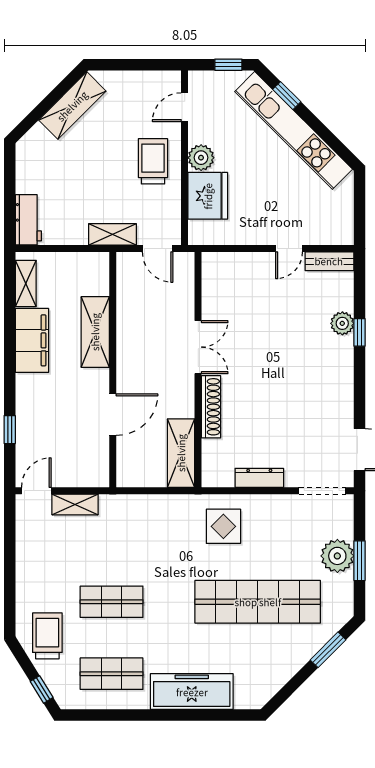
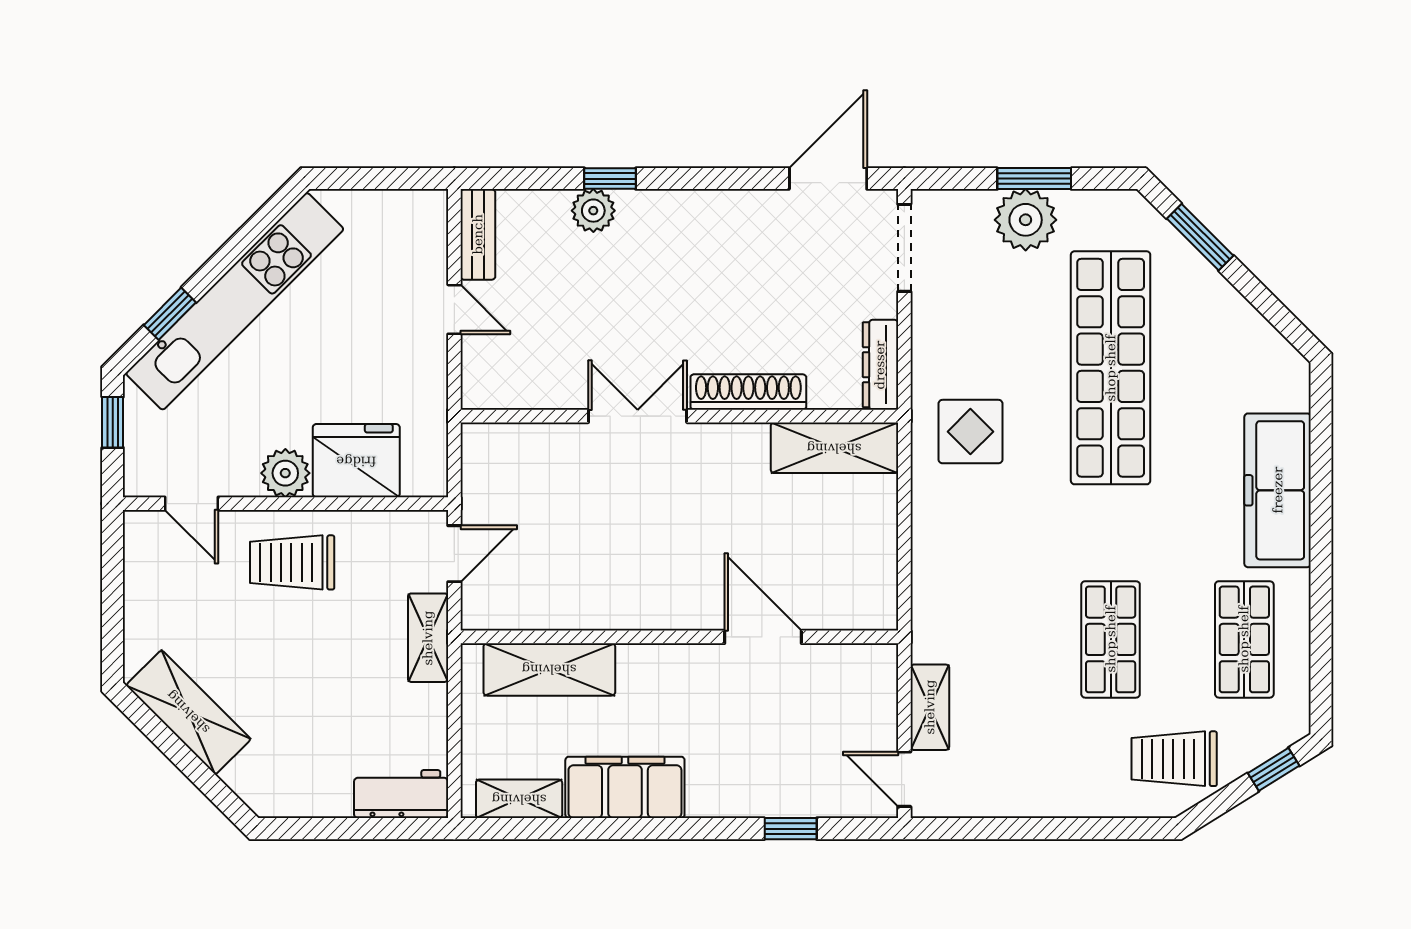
shelving: (95, 332) -> (549, 669), moved
double door: (198, 347) -> (638, 416), moved
wall: (198, 370) -> (679, 416), moved
shoe rack: (211, 407) -> (748, 392), moved
shelving: (181, 453) -> (834, 448), moved

